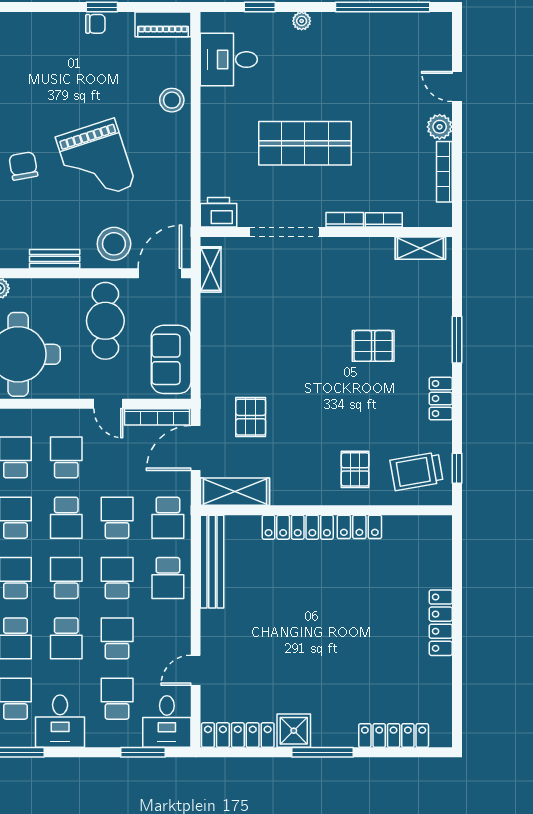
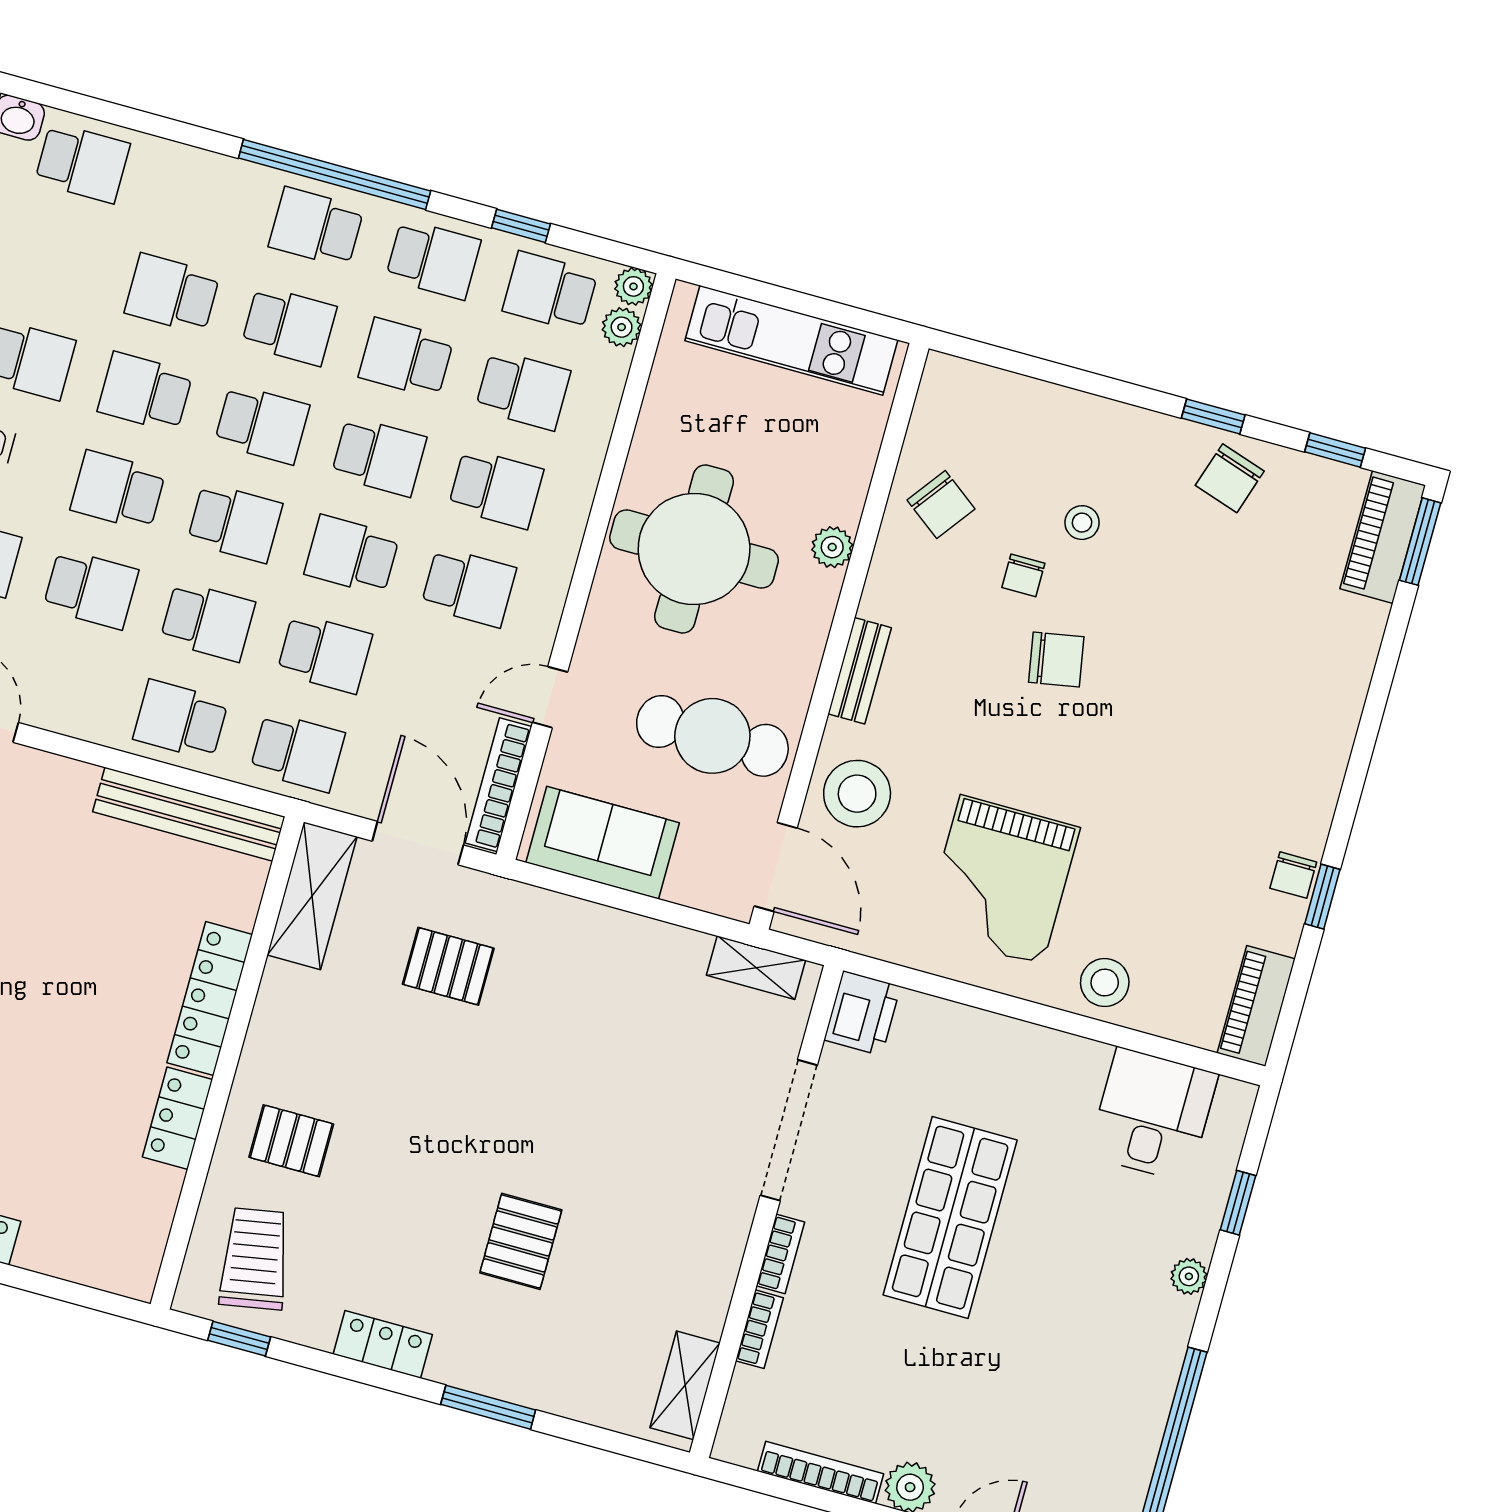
grand piano: (96, 161) -> (1001, 880), moved, turned -72
school desk: (168, 518) -> (297, 752), turned 180

